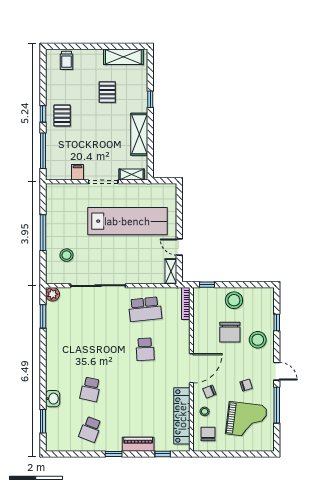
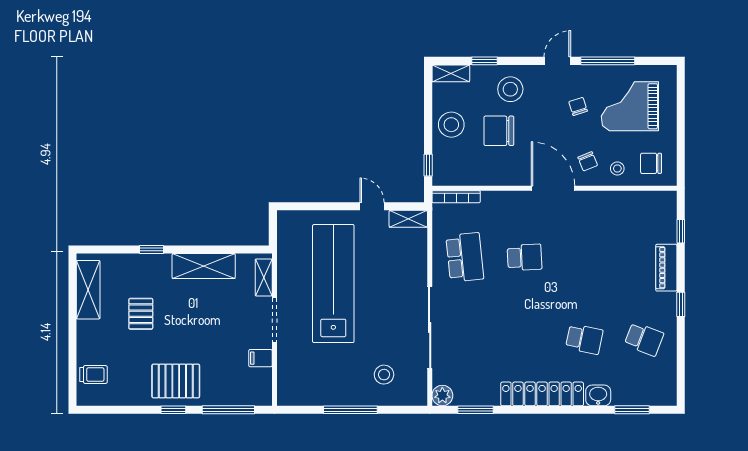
pallet: (107, 92) -> (141, 314), turned 90
pallet: (62, 116) -> (176, 381), width x1.50, depth x1.42
door: (179, 247) -> (372, 206), swing flipped
shelving: (268, 300) -> (451, 73), added
chair: (230, 332) -> (499, 131), turned 180
locker: (182, 416) -> (542, 394), moved, turned 180
grand piano: (246, 420) -> (630, 106), turned -97

